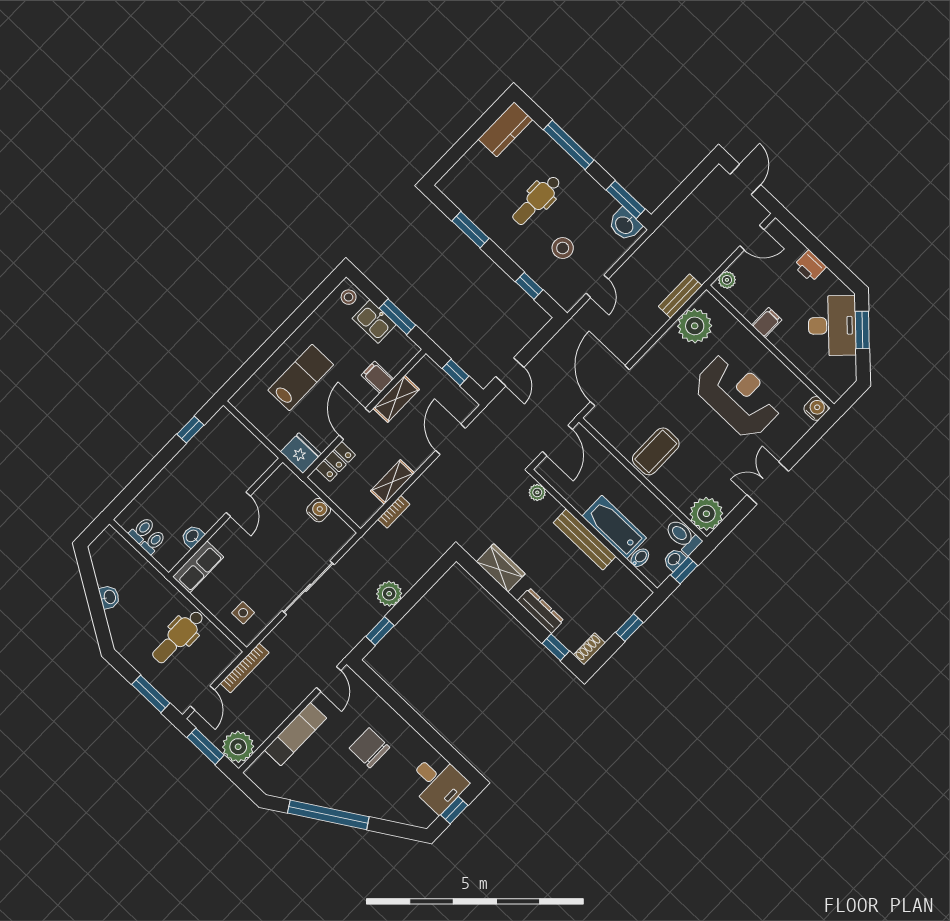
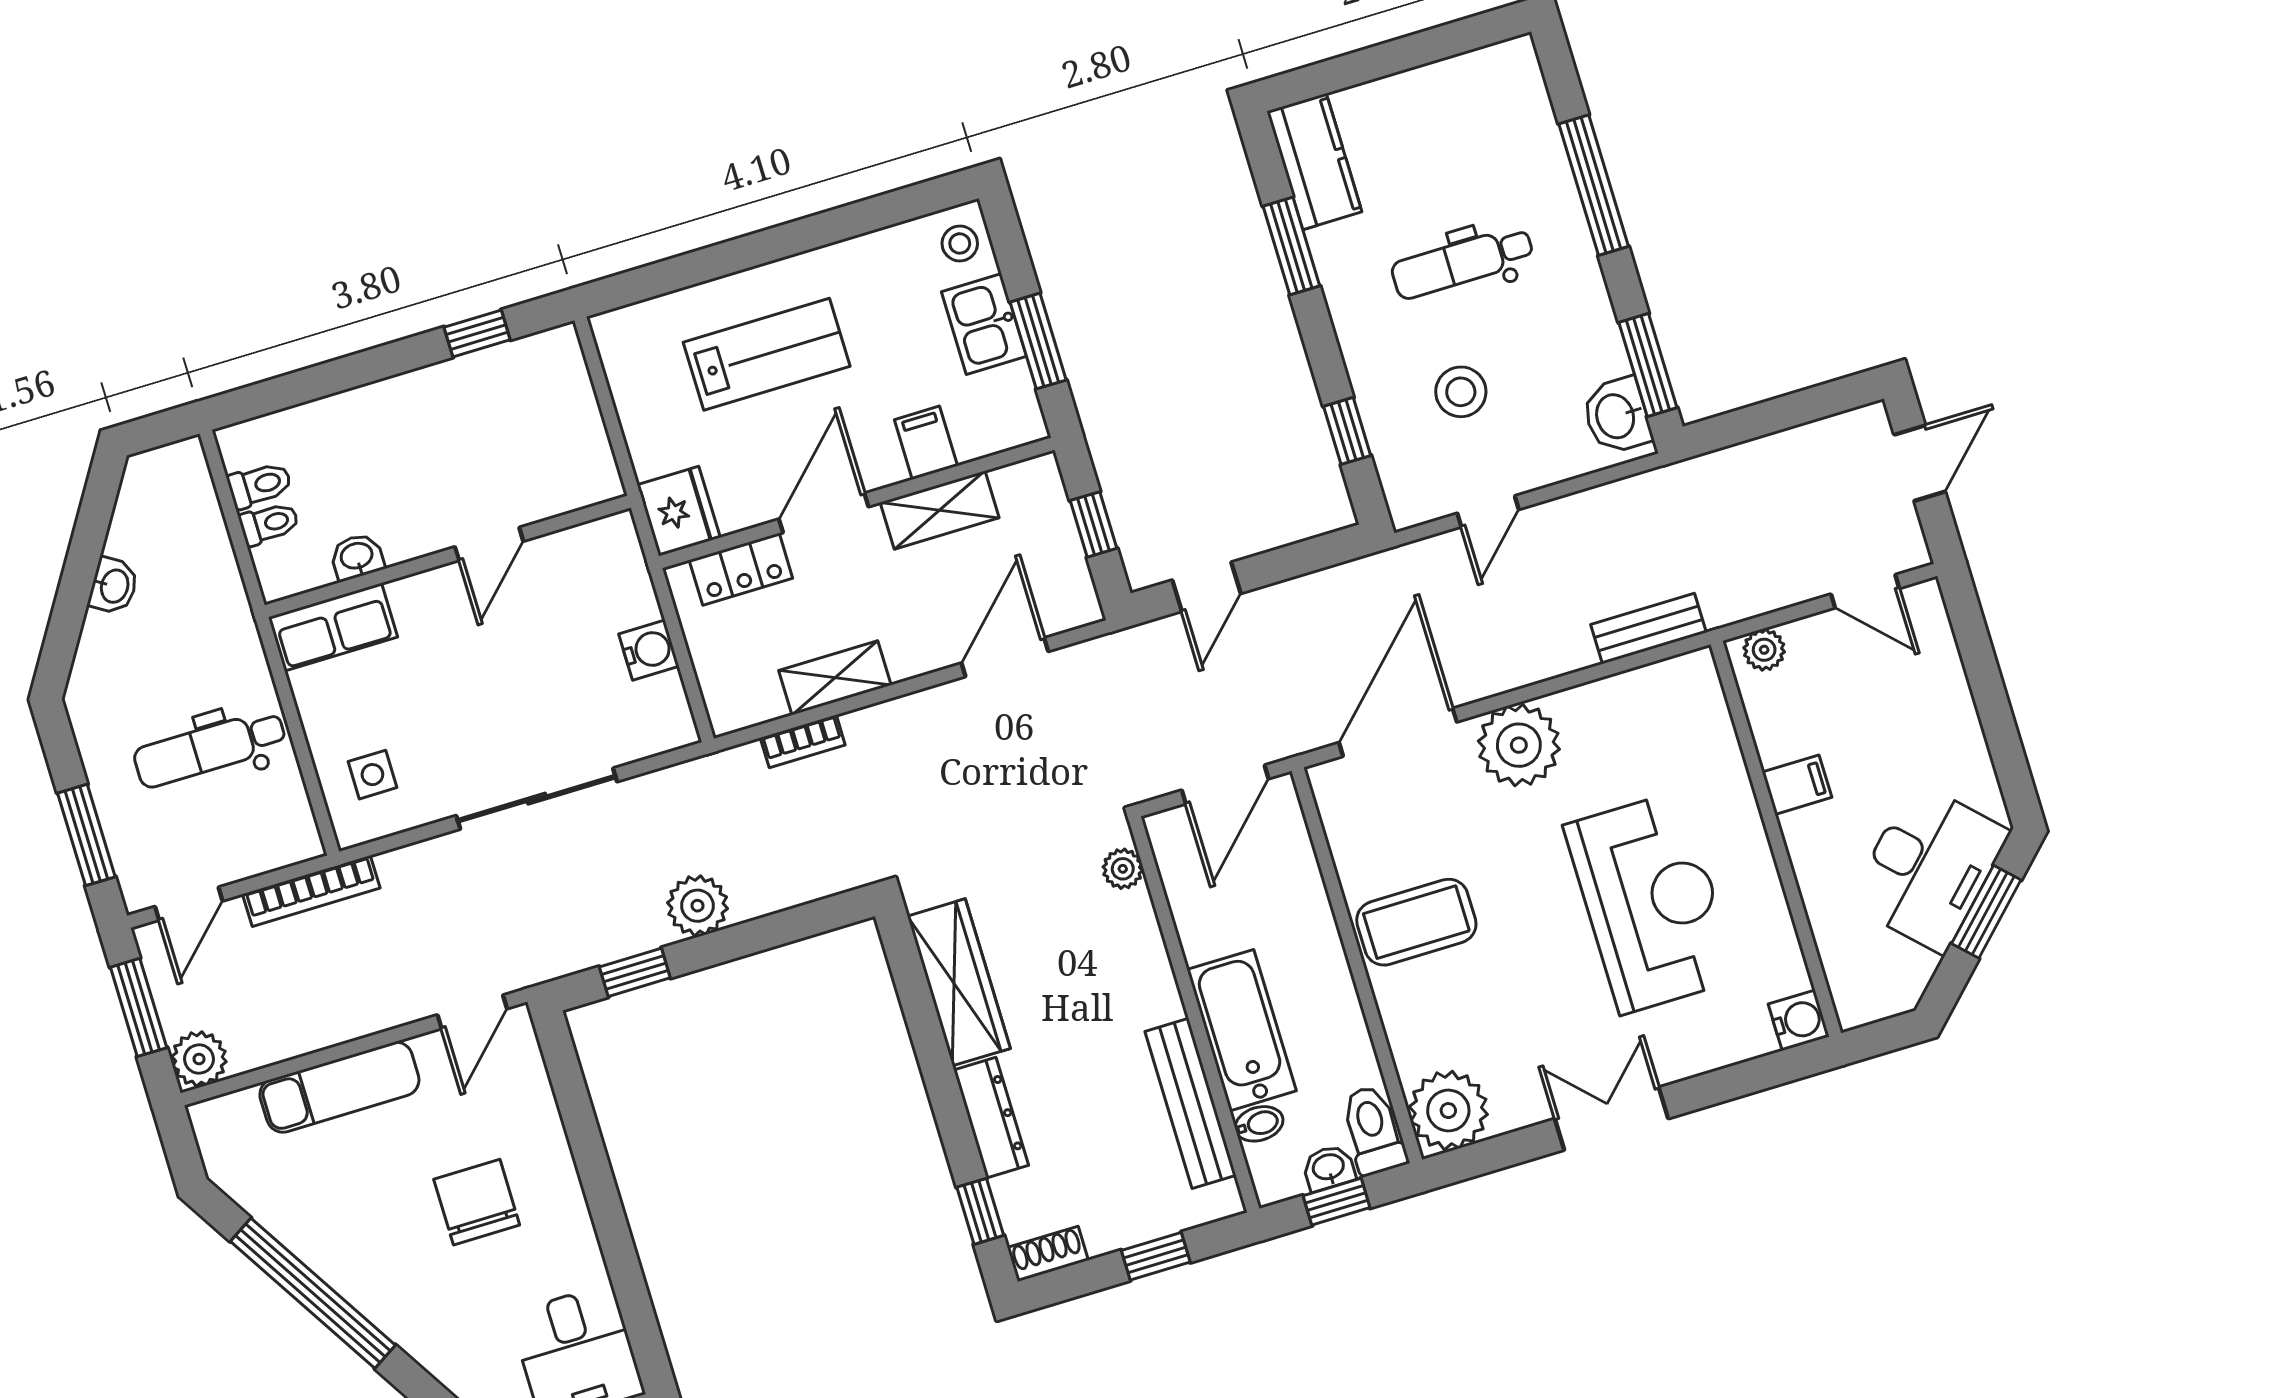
kitchen counter: (505, 129) -> (1314, 162), moved, turned -90
printer: (810, 266) -> (1952, 718), removed
plant: (695, 326) -> (1519, 745), moved
bench: (585, 540) -> (1190, 1103), moved
wardrobe: (501, 568) -> (959, 982), width x1.50
plant: (238, 747) -> (199, 1059), width x0.73, depth x0.73

